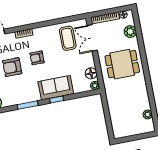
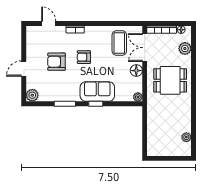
floor lamp: (91, 73) -> (136, 71), moved

